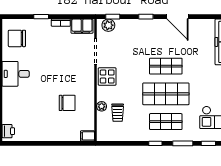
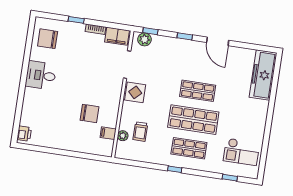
plant: (102, 106) -> (123, 136), moved
filing cabinet: (87, 136) -> (108, 133), moved
window: (183, 143) -> (203, 174), removed

